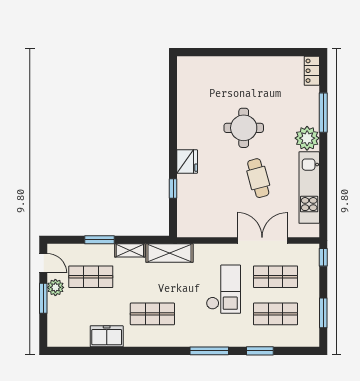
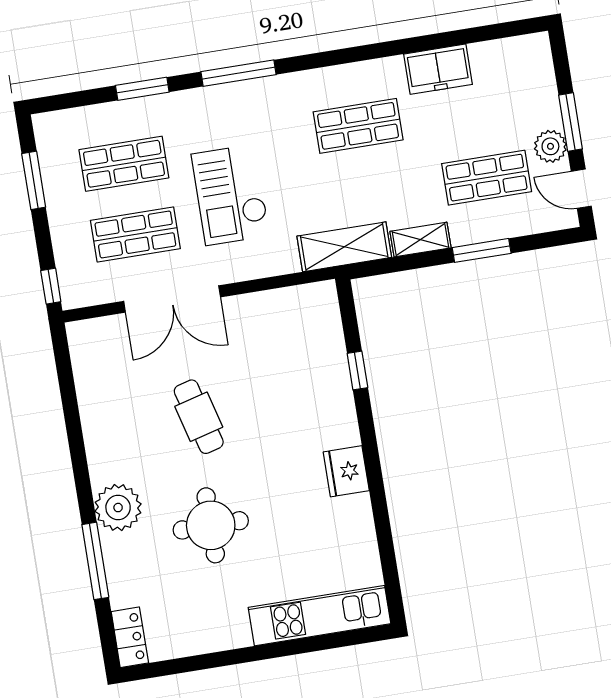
round table: (244, 128) -> (211, 525), moved
fridge: (187, 161) -> (346, 471), moved
kitchen unit: (309, 188) -> (319, 616), moved, turned -90

